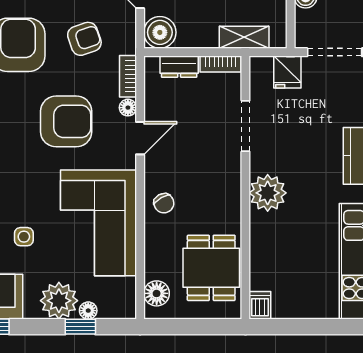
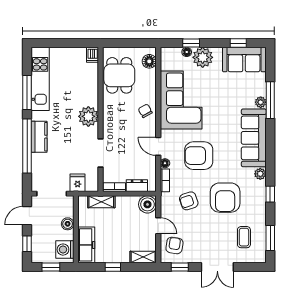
door: (140, 138) -> (158, 146), hinge flipped
side table: (24, 237) -> (222, 92), removed

